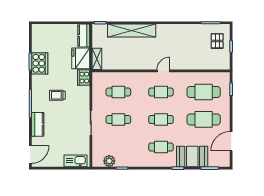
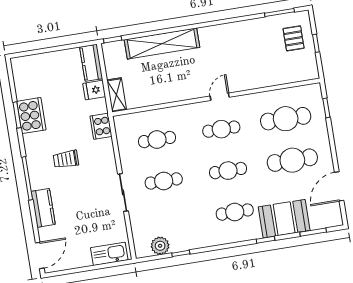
fridge: (81, 58) -> (94, 90), width x0.53, depth x0.75

